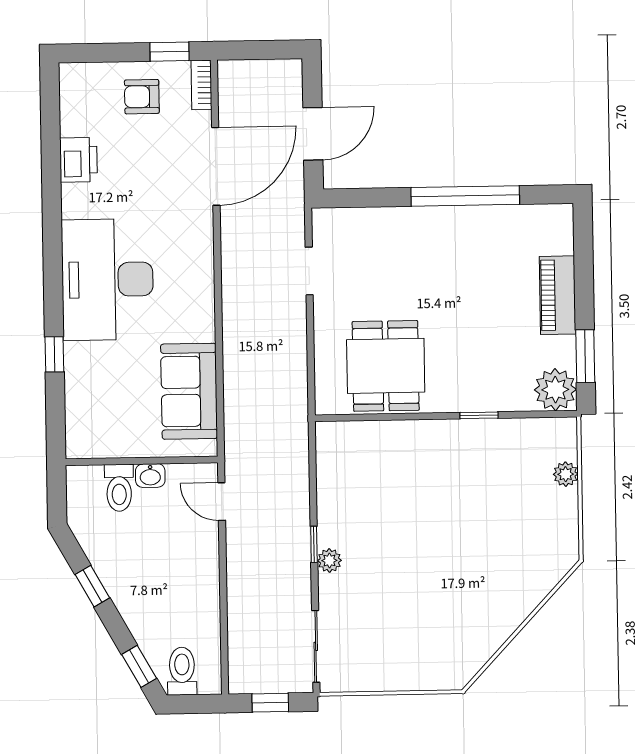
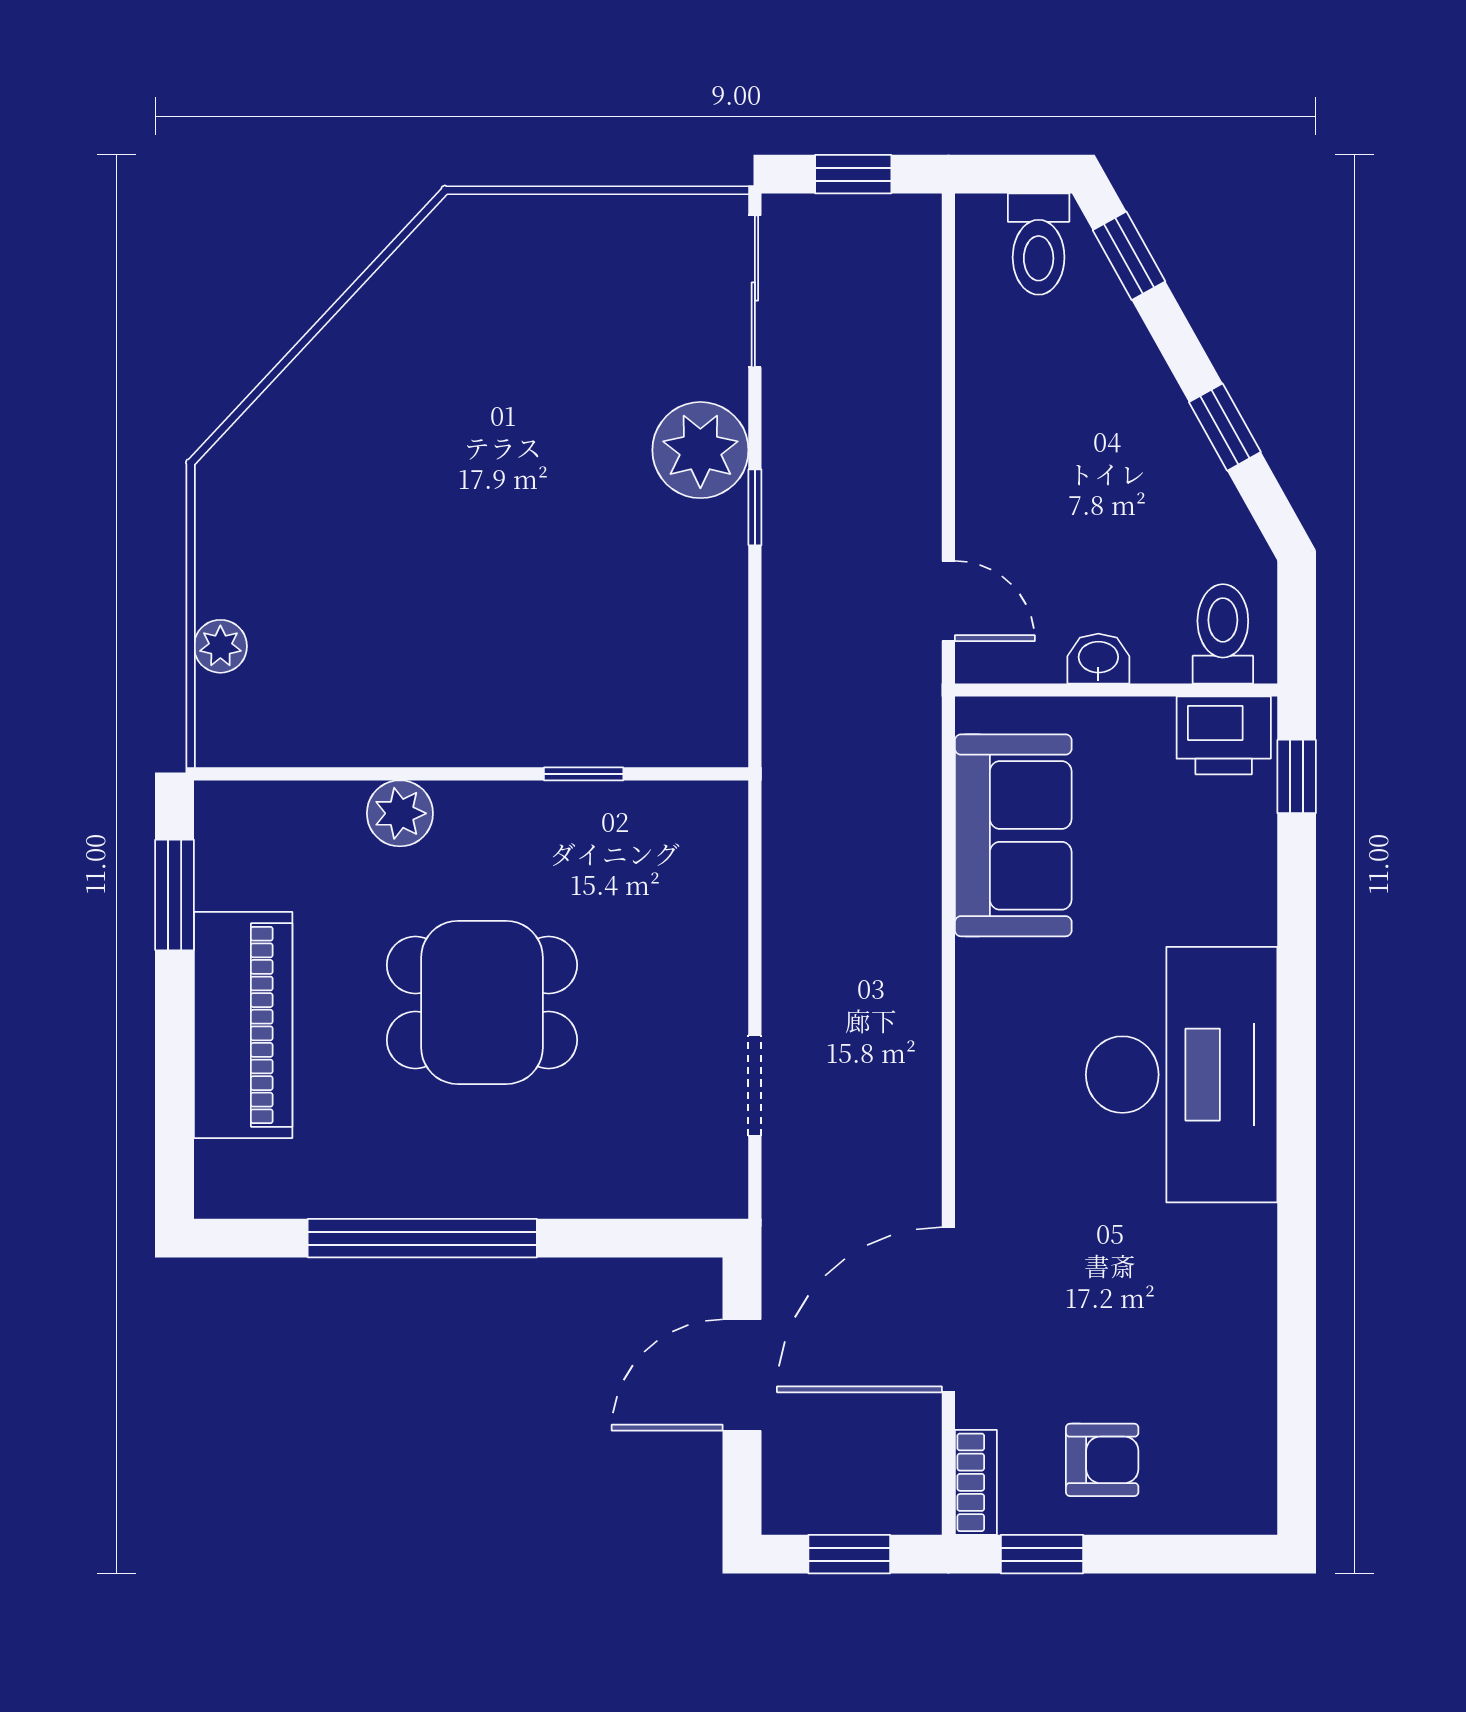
window: (261, 50) -> (849, 1554), added
printer: (79, 160) -> (1224, 735), moved, turned -90
piano: (557, 295) -> (243, 1025), width x1.37, depth x1.33
window: (54, 354) -> (1297, 776), moved
dining table: (386, 366) -> (482, 1002), moved, turned 90
plant: (555, 390) -> (400, 813), moved, width x0.73, depth x0.73
window: (479, 415) -> (584, 774), moved
toilet: (119, 488) -> (1223, 634), moved
plant: (329, 561) -> (700, 450), width x1.88, depth x1.88

